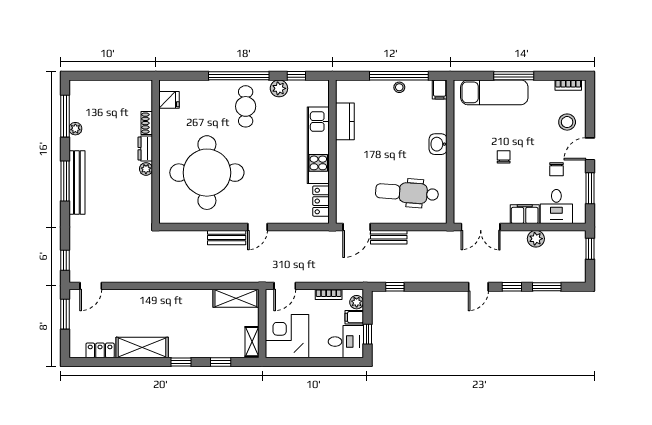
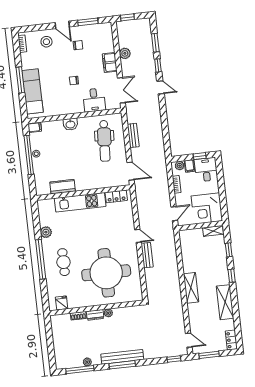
window: (296, 76) -> (36, 222), removed
cafe table: (246, 106) -> (63, 262), moved, turned 90
desk: (556, 207) -> (94, 100), moved, turned 90
bench: (389, 237) -> (133, 135), moved
door: (285, 286) -> (174, 214), hinge flipped
window: (395, 287) -> (167, 142), removed
shelving: (236, 298) -> (191, 288), moved
locker: (100, 350) -> (231, 340), moved

